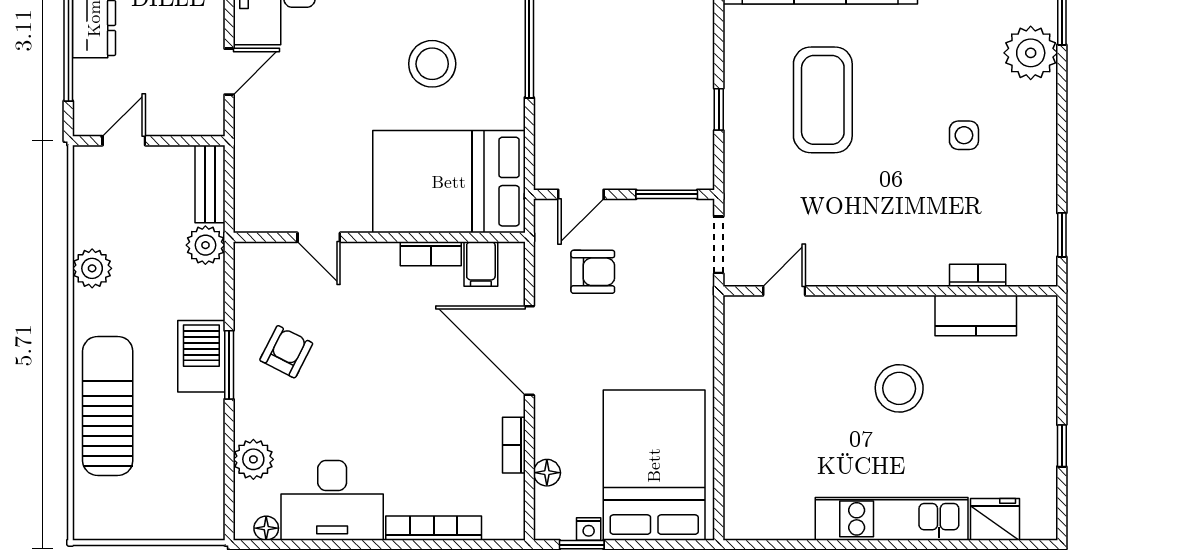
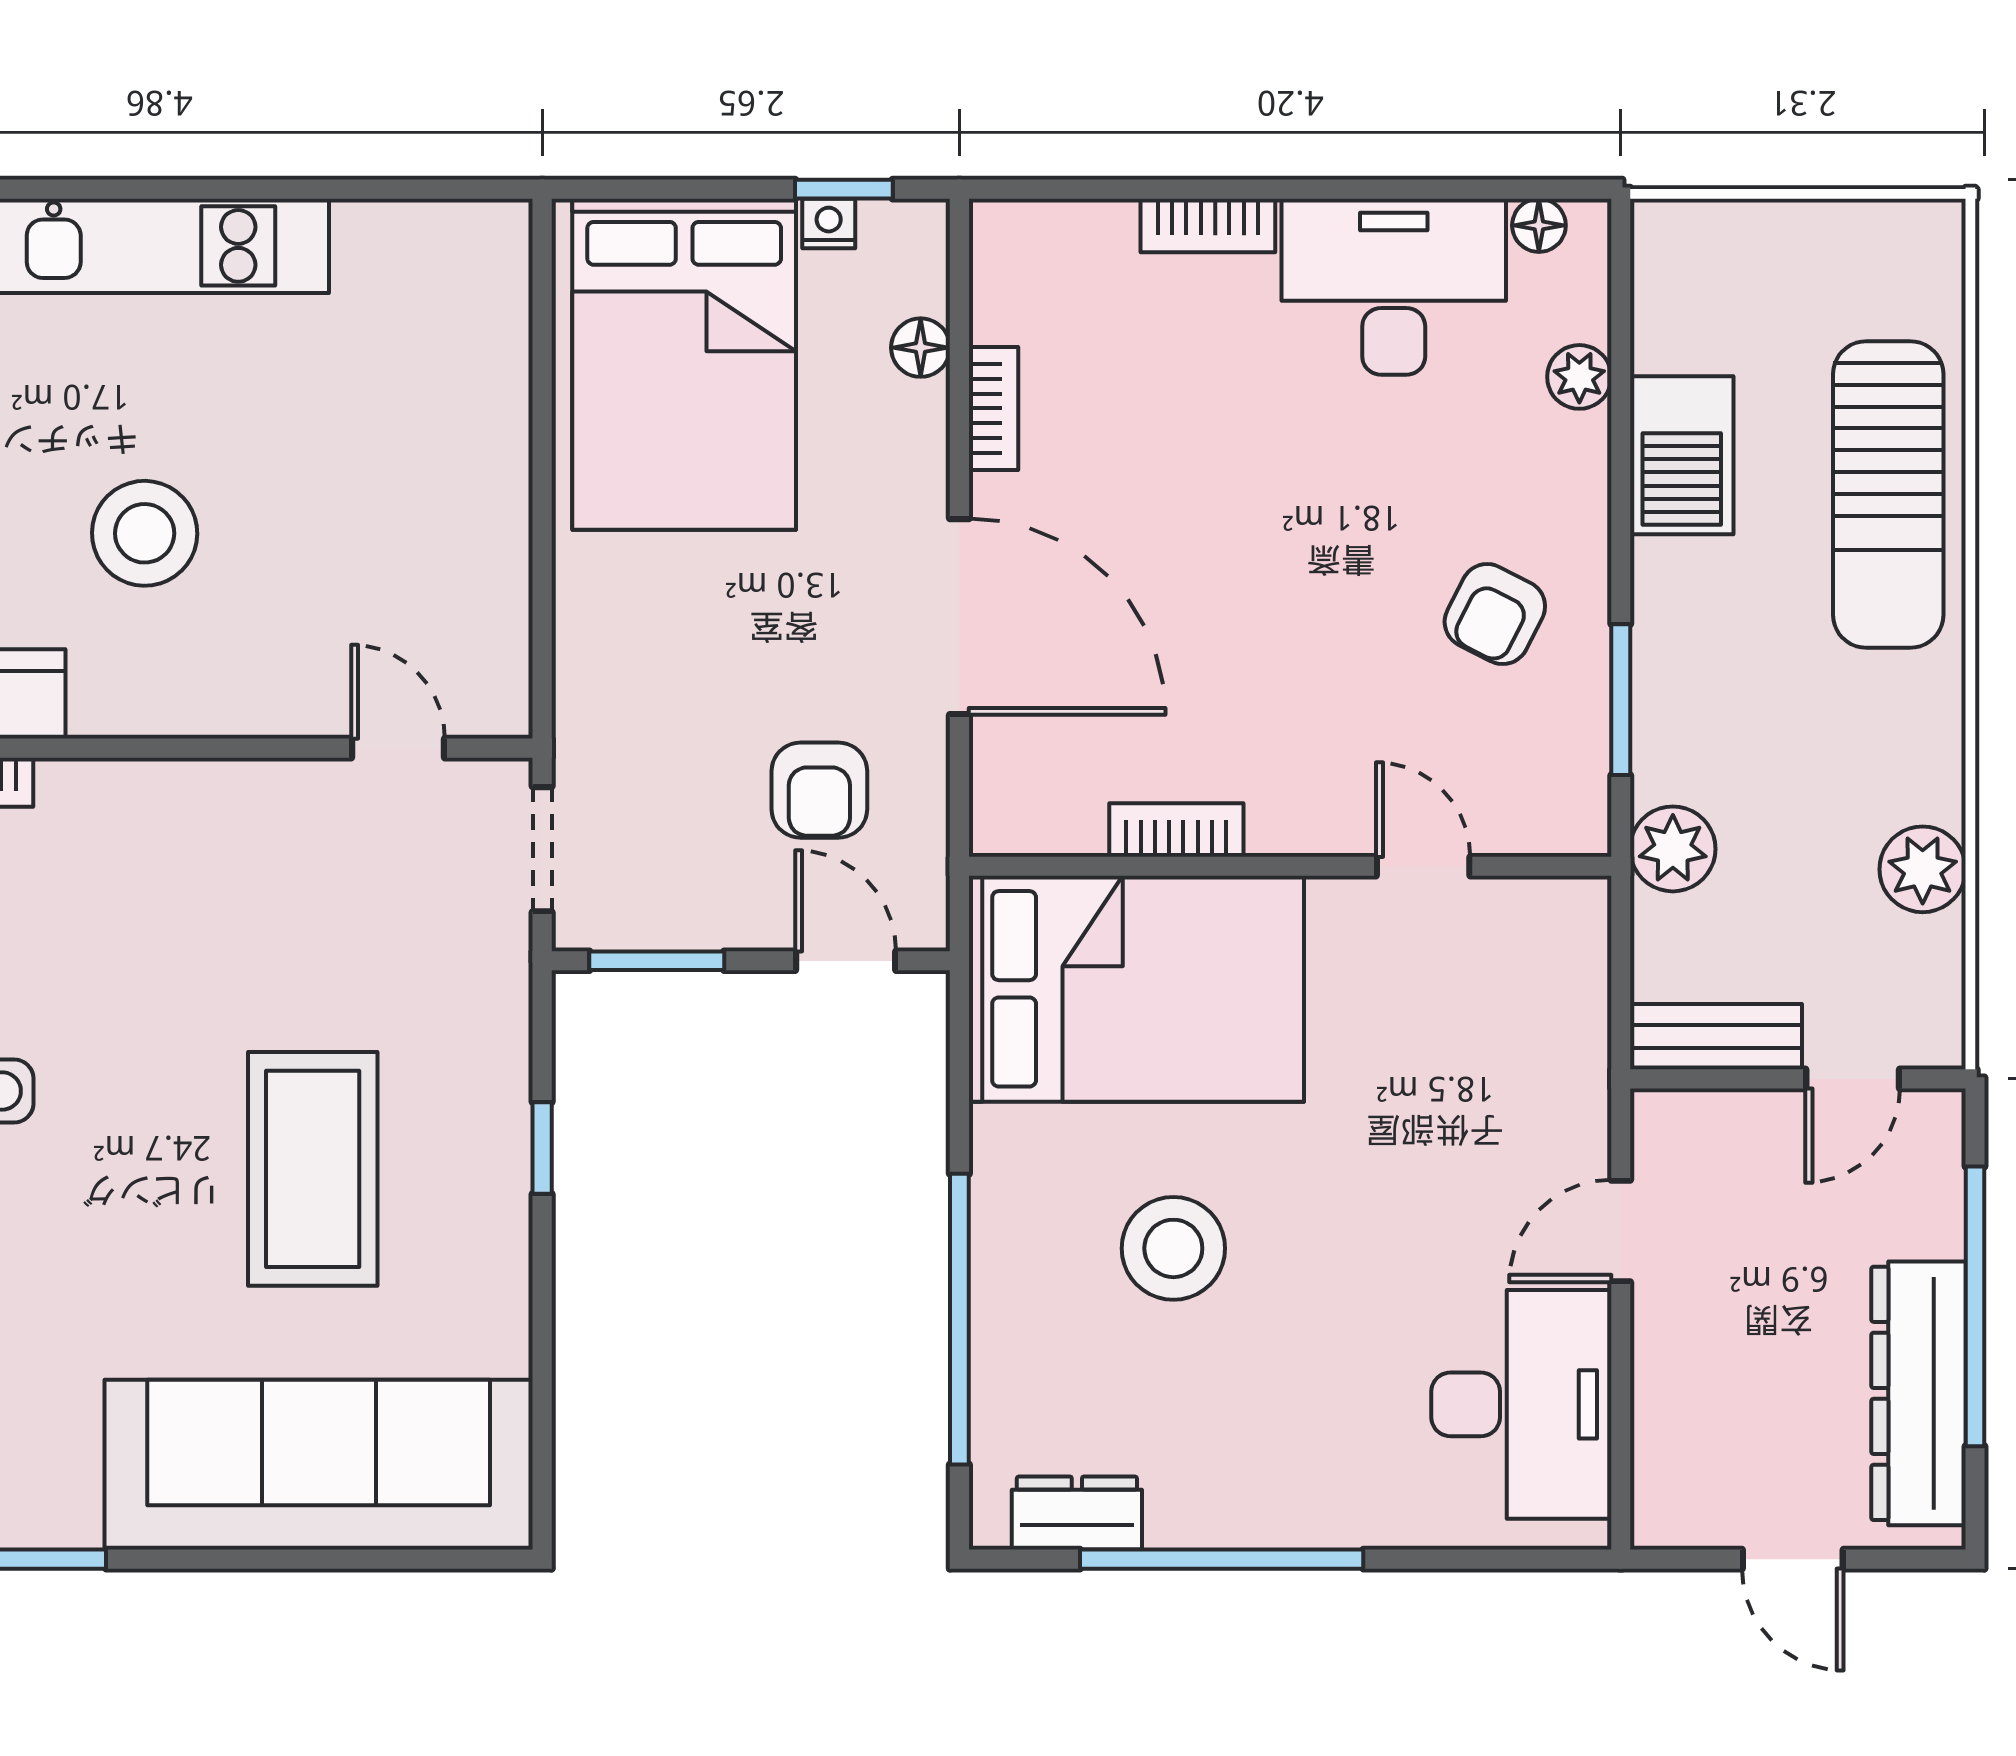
bench: (210, 184) -> (1716, 1037), moved, turned 90
door: (581, 194) -> (846, 961), hinge flipped
filing cabinet: (481, 264) -> (1066, 807), removed
plant: (92, 268) -> (1923, 869), moved
armchair: (593, 272) -> (819, 790), turned -90
door: (784, 291) -> (398, 748), swing flipped
barbecue: (201, 356) -> (1682, 455), moved
window: (229, 365) -> (1621, 700), moved
plant: (253, 459) -> (1579, 377), width x0.73, depth x0.73
bookcase: (434, 528) -> (1208, 225), width x0.64

